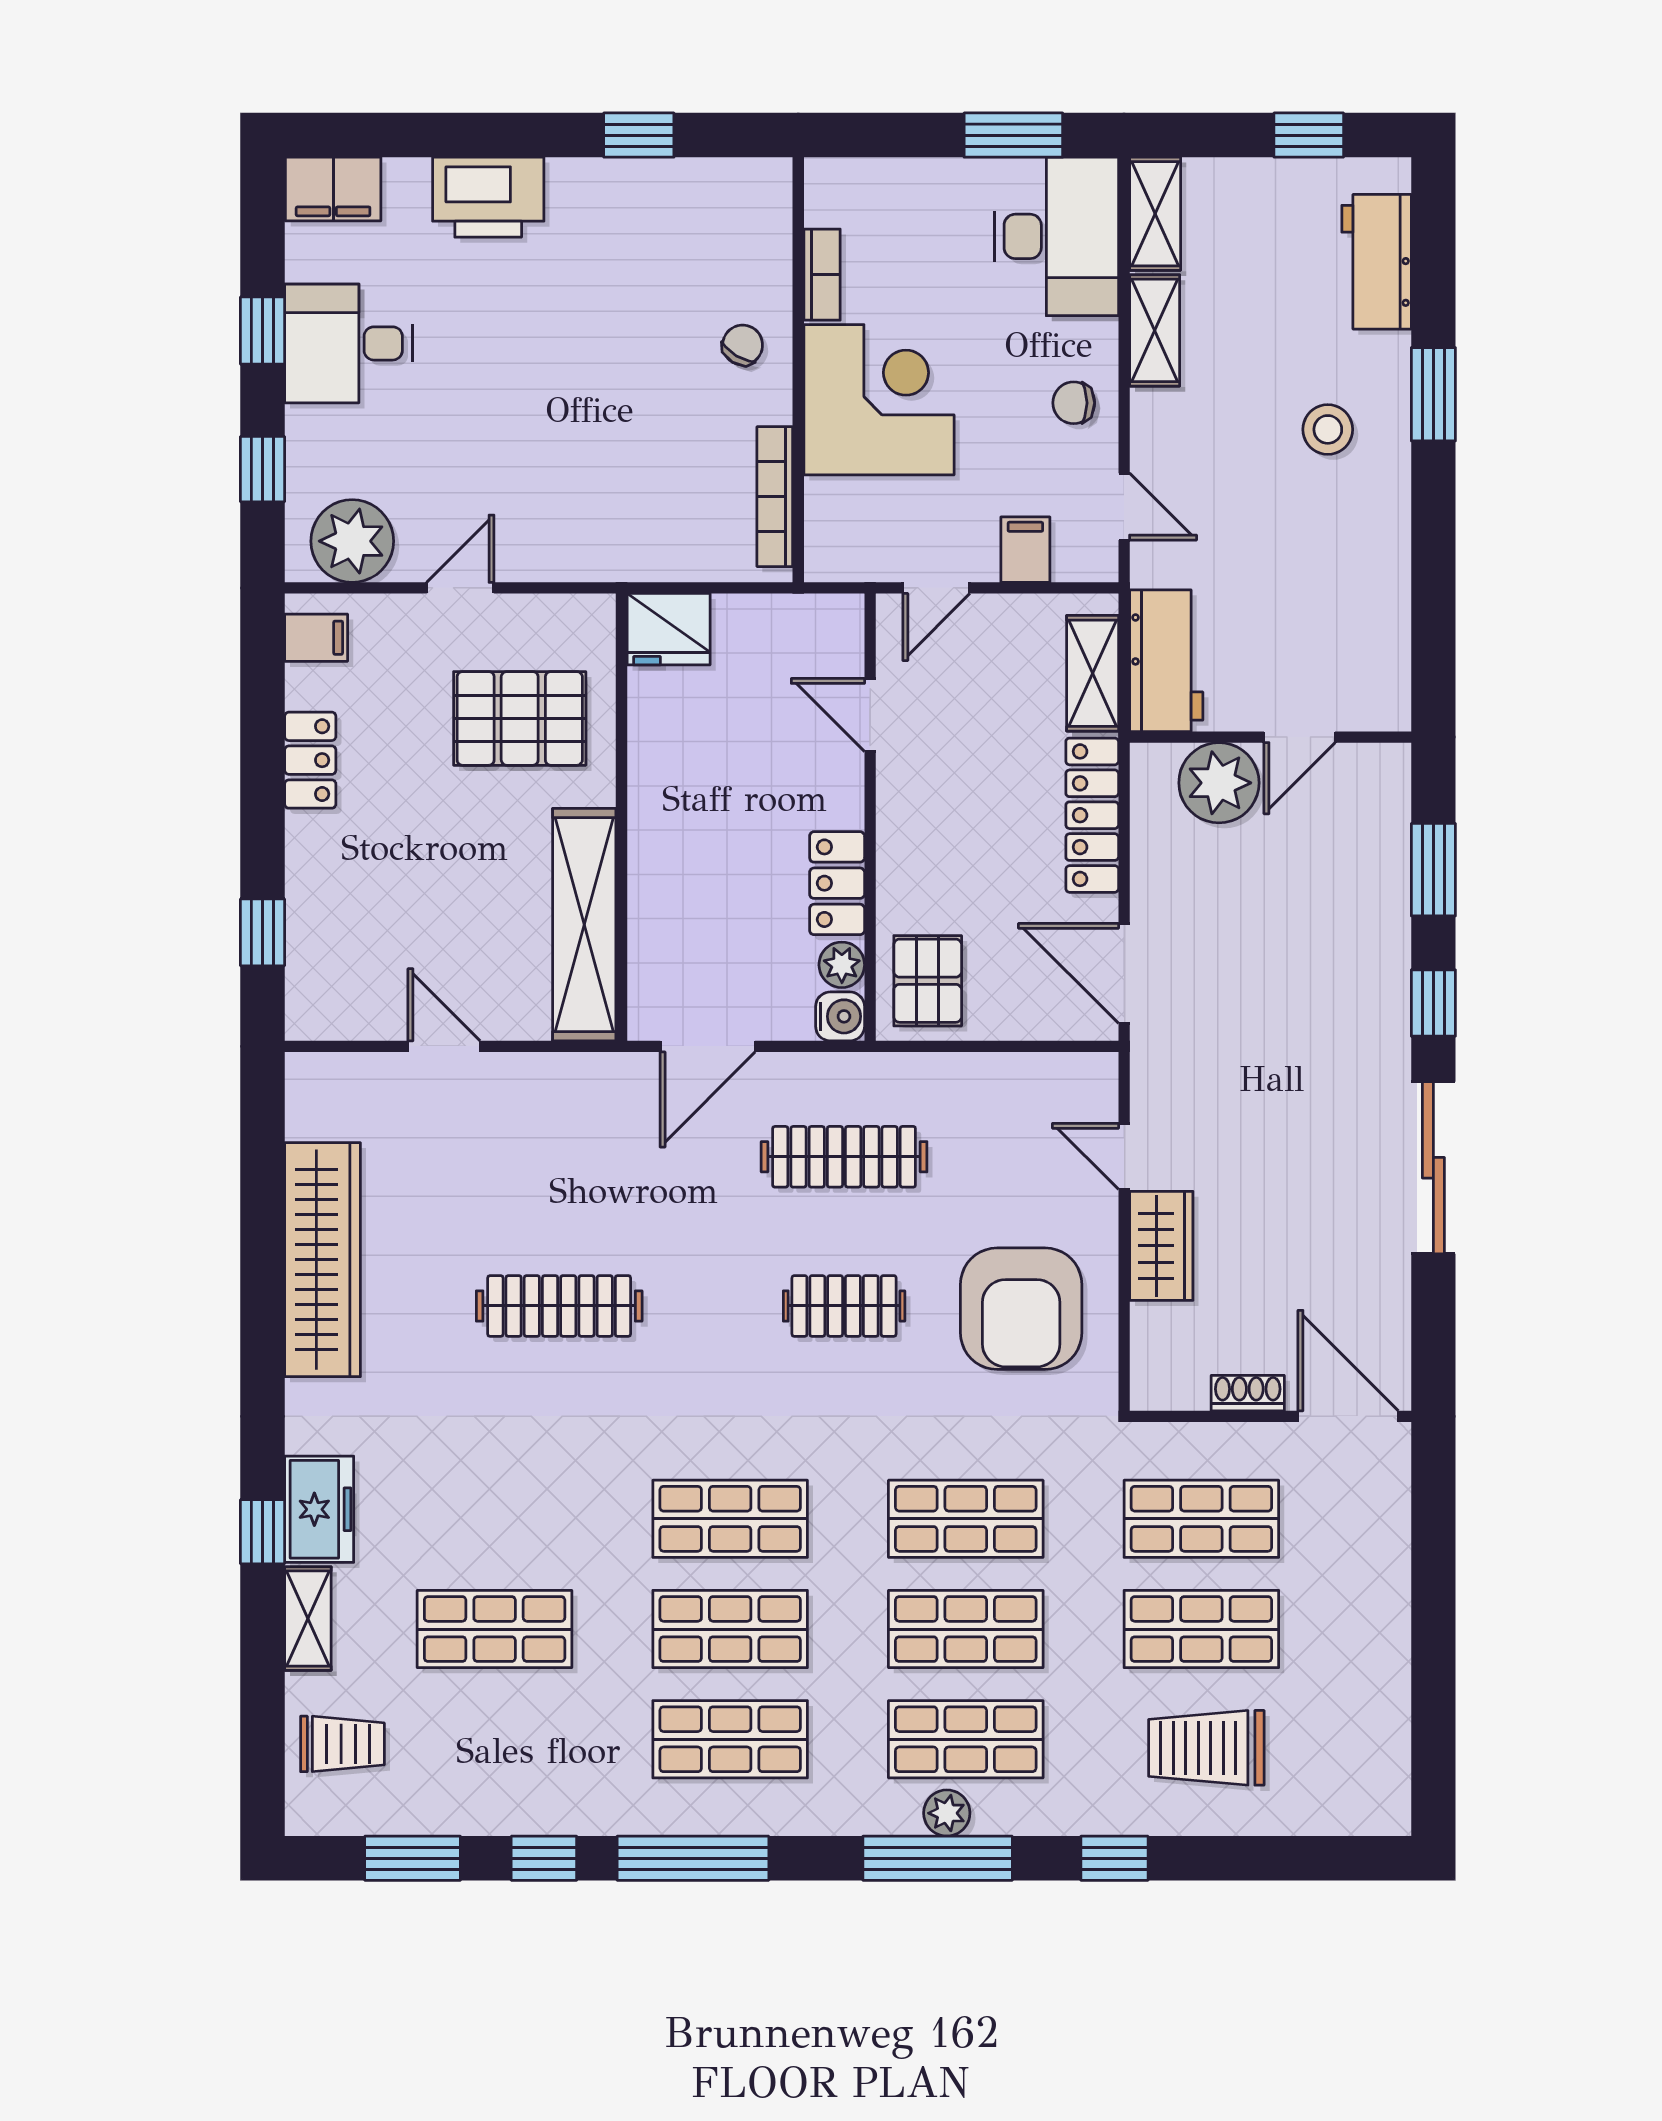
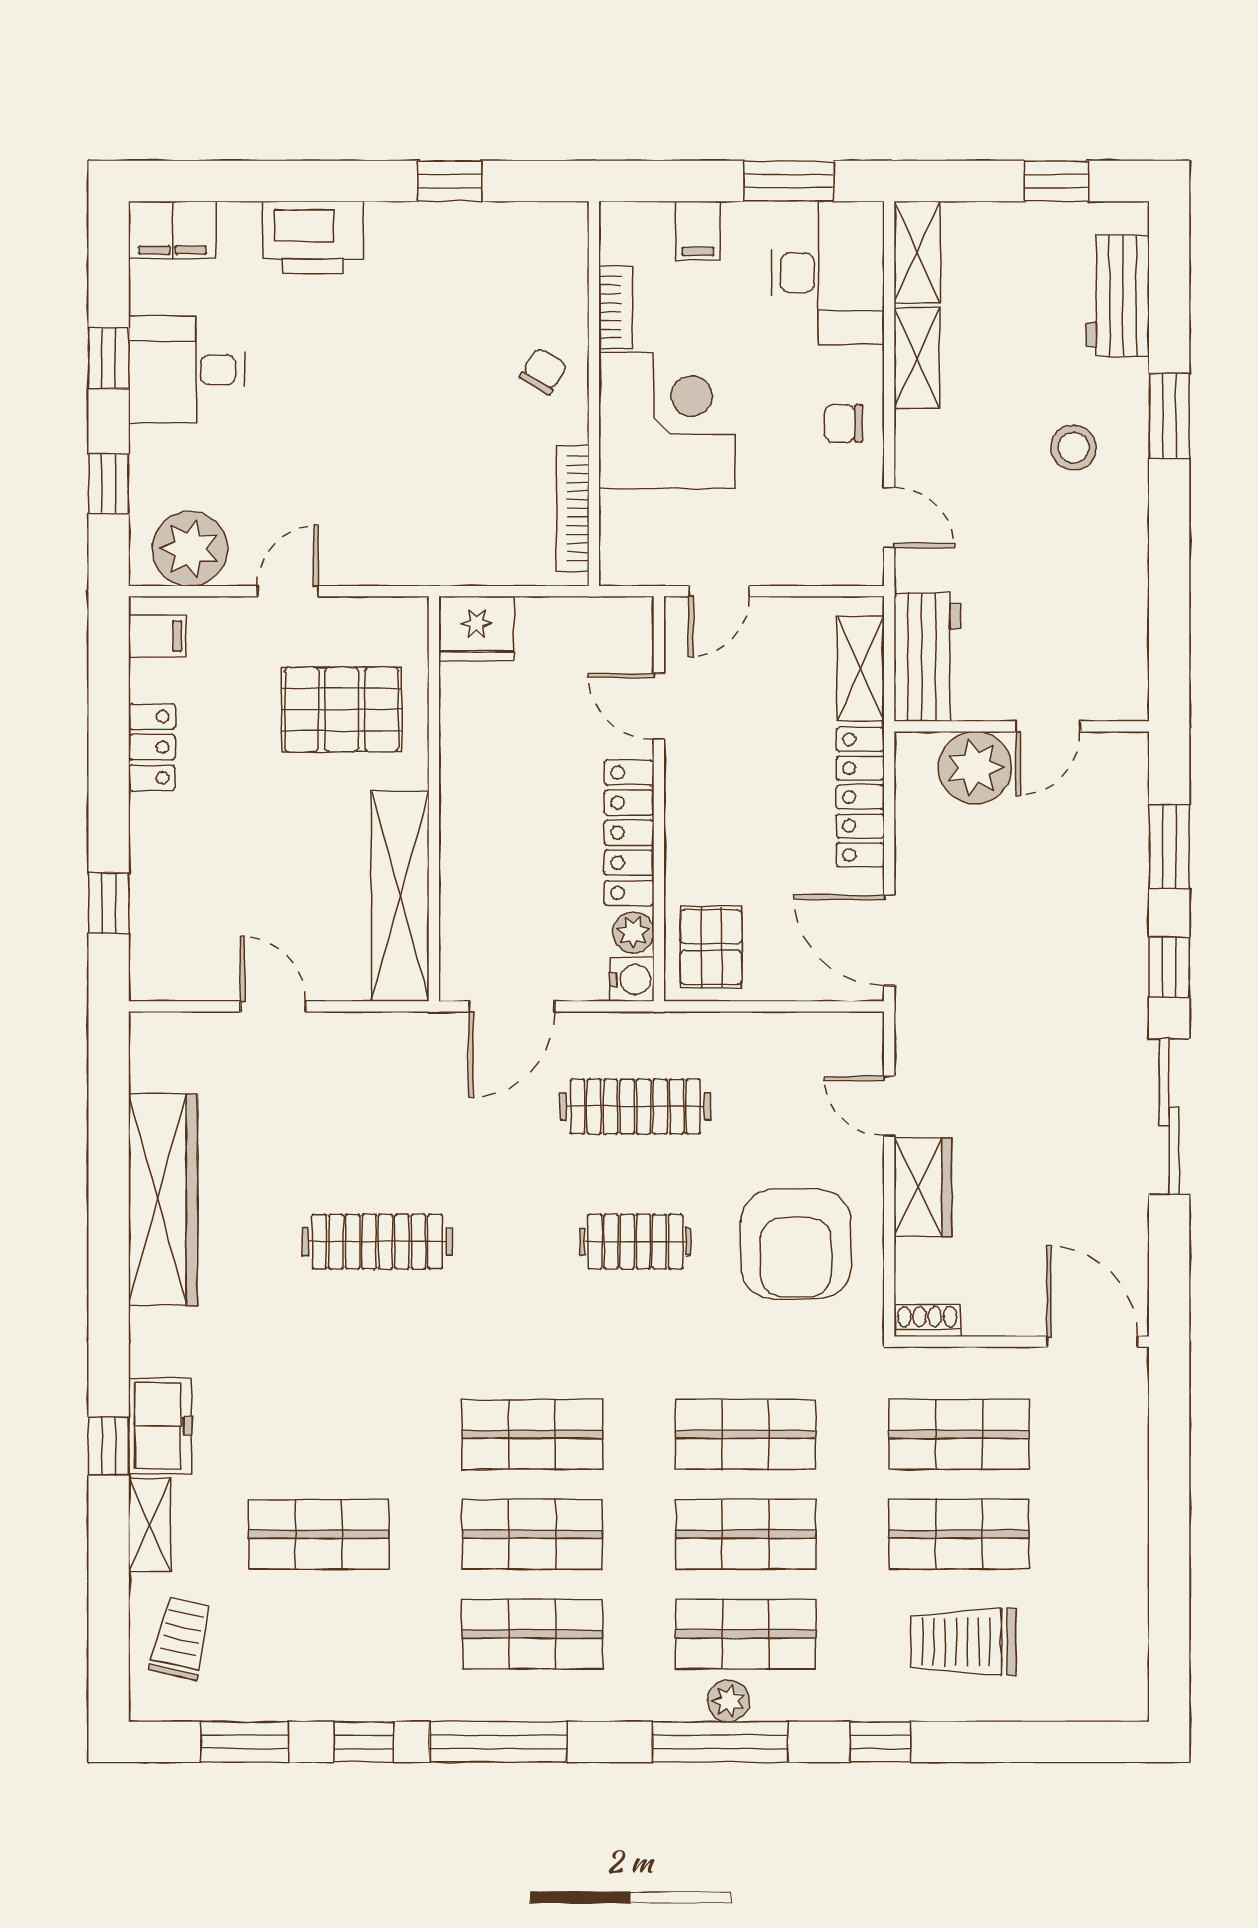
filing cabinet: (1025, 550) -> (698, 231), moved, turned 180
locker: (837, 883) -> (629, 833), width x1.53
shoe rack: (1248, 1393) -> (927, 1321), moved
trolley: (342, 1744) -> (181, 1638), turned -77

